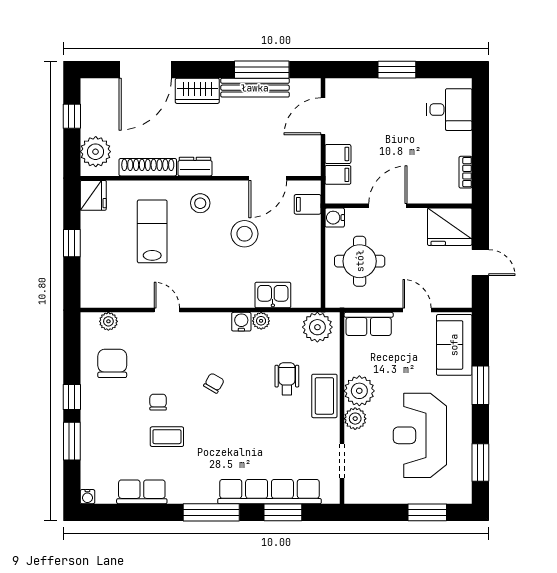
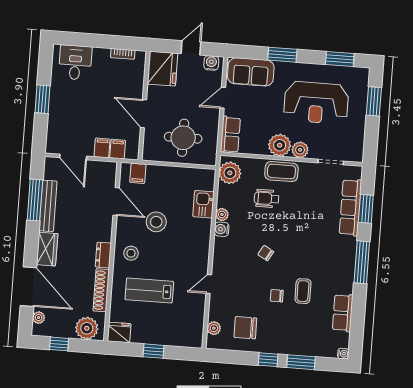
plant: (105, 86) -> (39, 318), added
water cooler: (335, 218) -> (211, 63), moved, turned 180
row of seats: (270, 492) -> (350, 207), width x0.73

